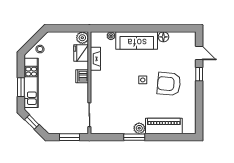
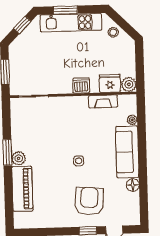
armchair: (169, 84) -> (89, 201), moved

